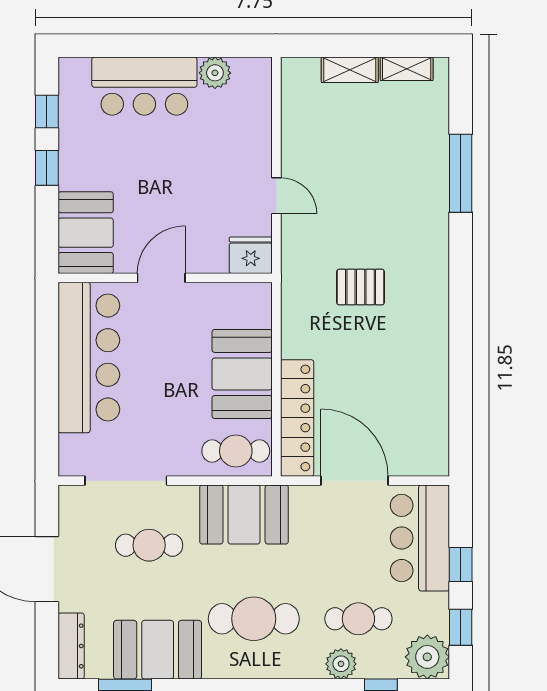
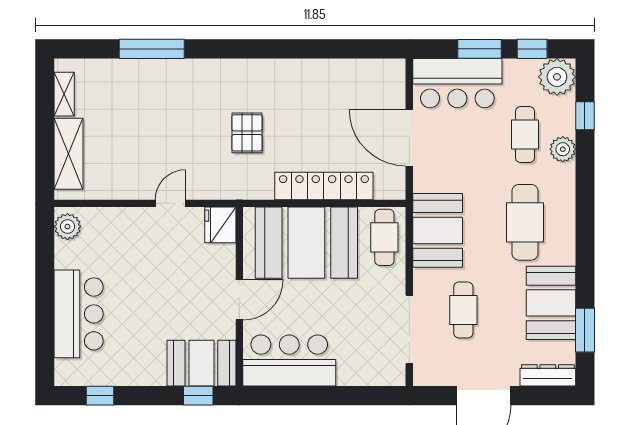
shelving: (350, 70) -> (69, 154), width x1.50, depth x1.33
plant: (215, 73) -> (68, 227), moved
window: (47, 168) -> (198, 396), moved
door: (161, 278) -> (239, 300), swing flipped
bar counter: (89, 358) -> (289, 361), width x0.73
booth: (242, 374) -> (306, 243), width x1.36, depth x1.42
locker: (297, 418) -> (324, 186), moved
door: (355, 481) -> (409, 138), hinge flipped
window: (461, 564) -> (480, 49), width x1.50

